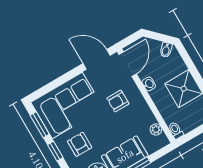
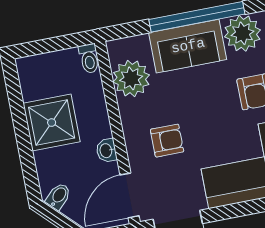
plant: (156, 129) -> (131, 78), width x1.88, depth x1.88

